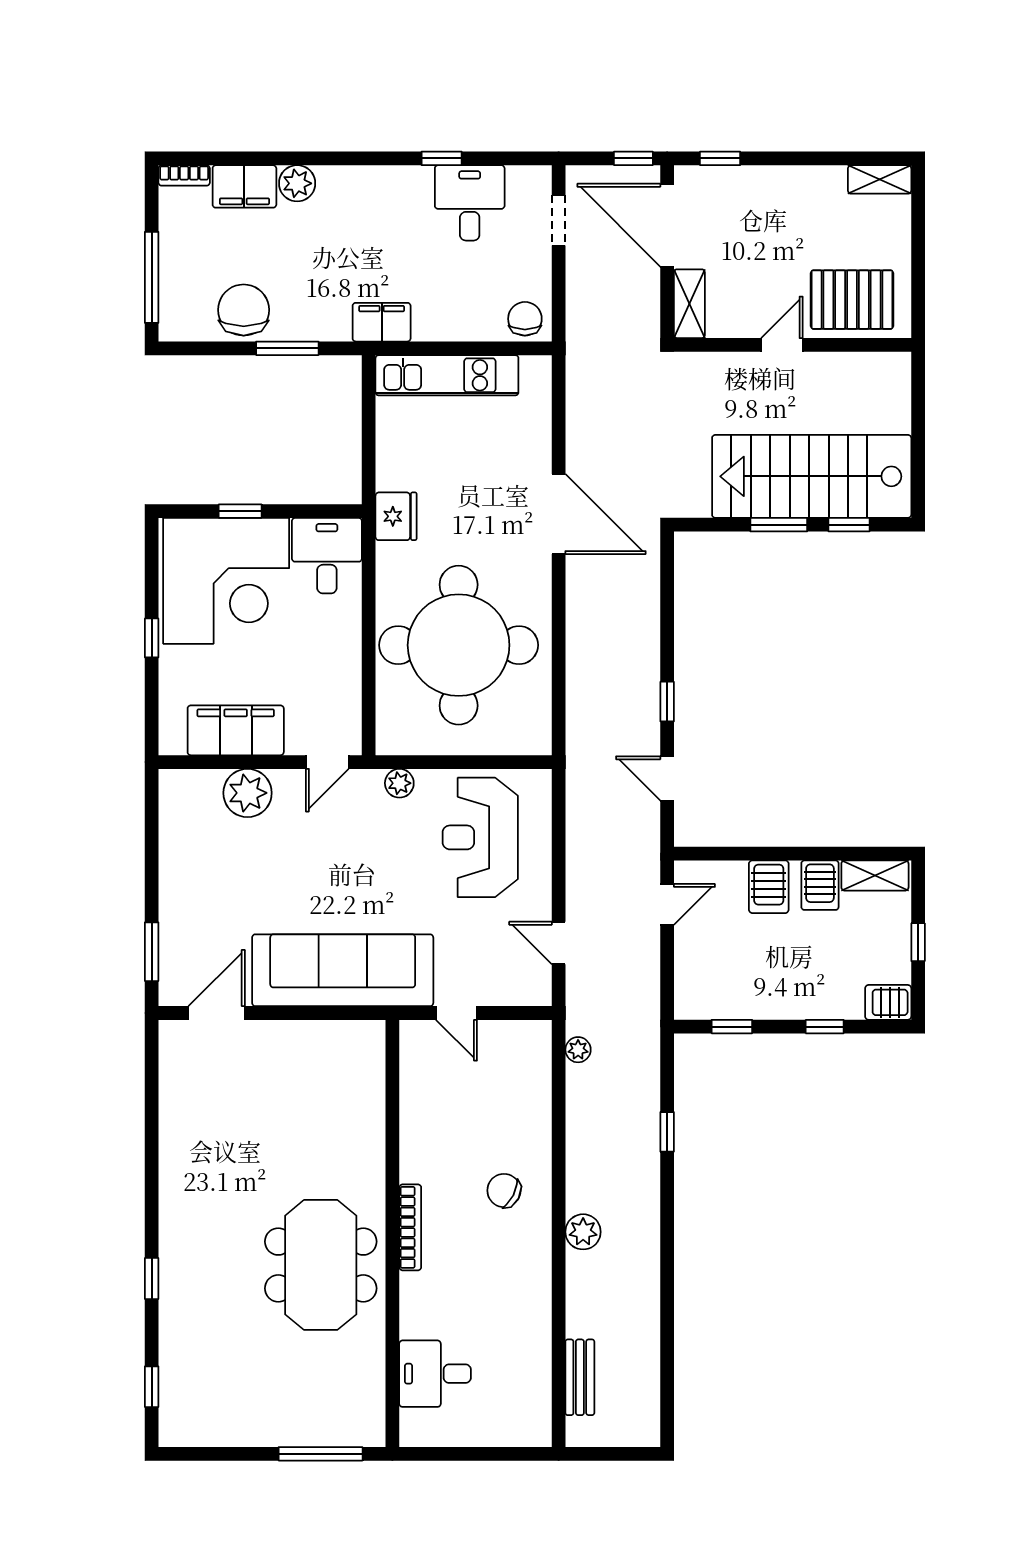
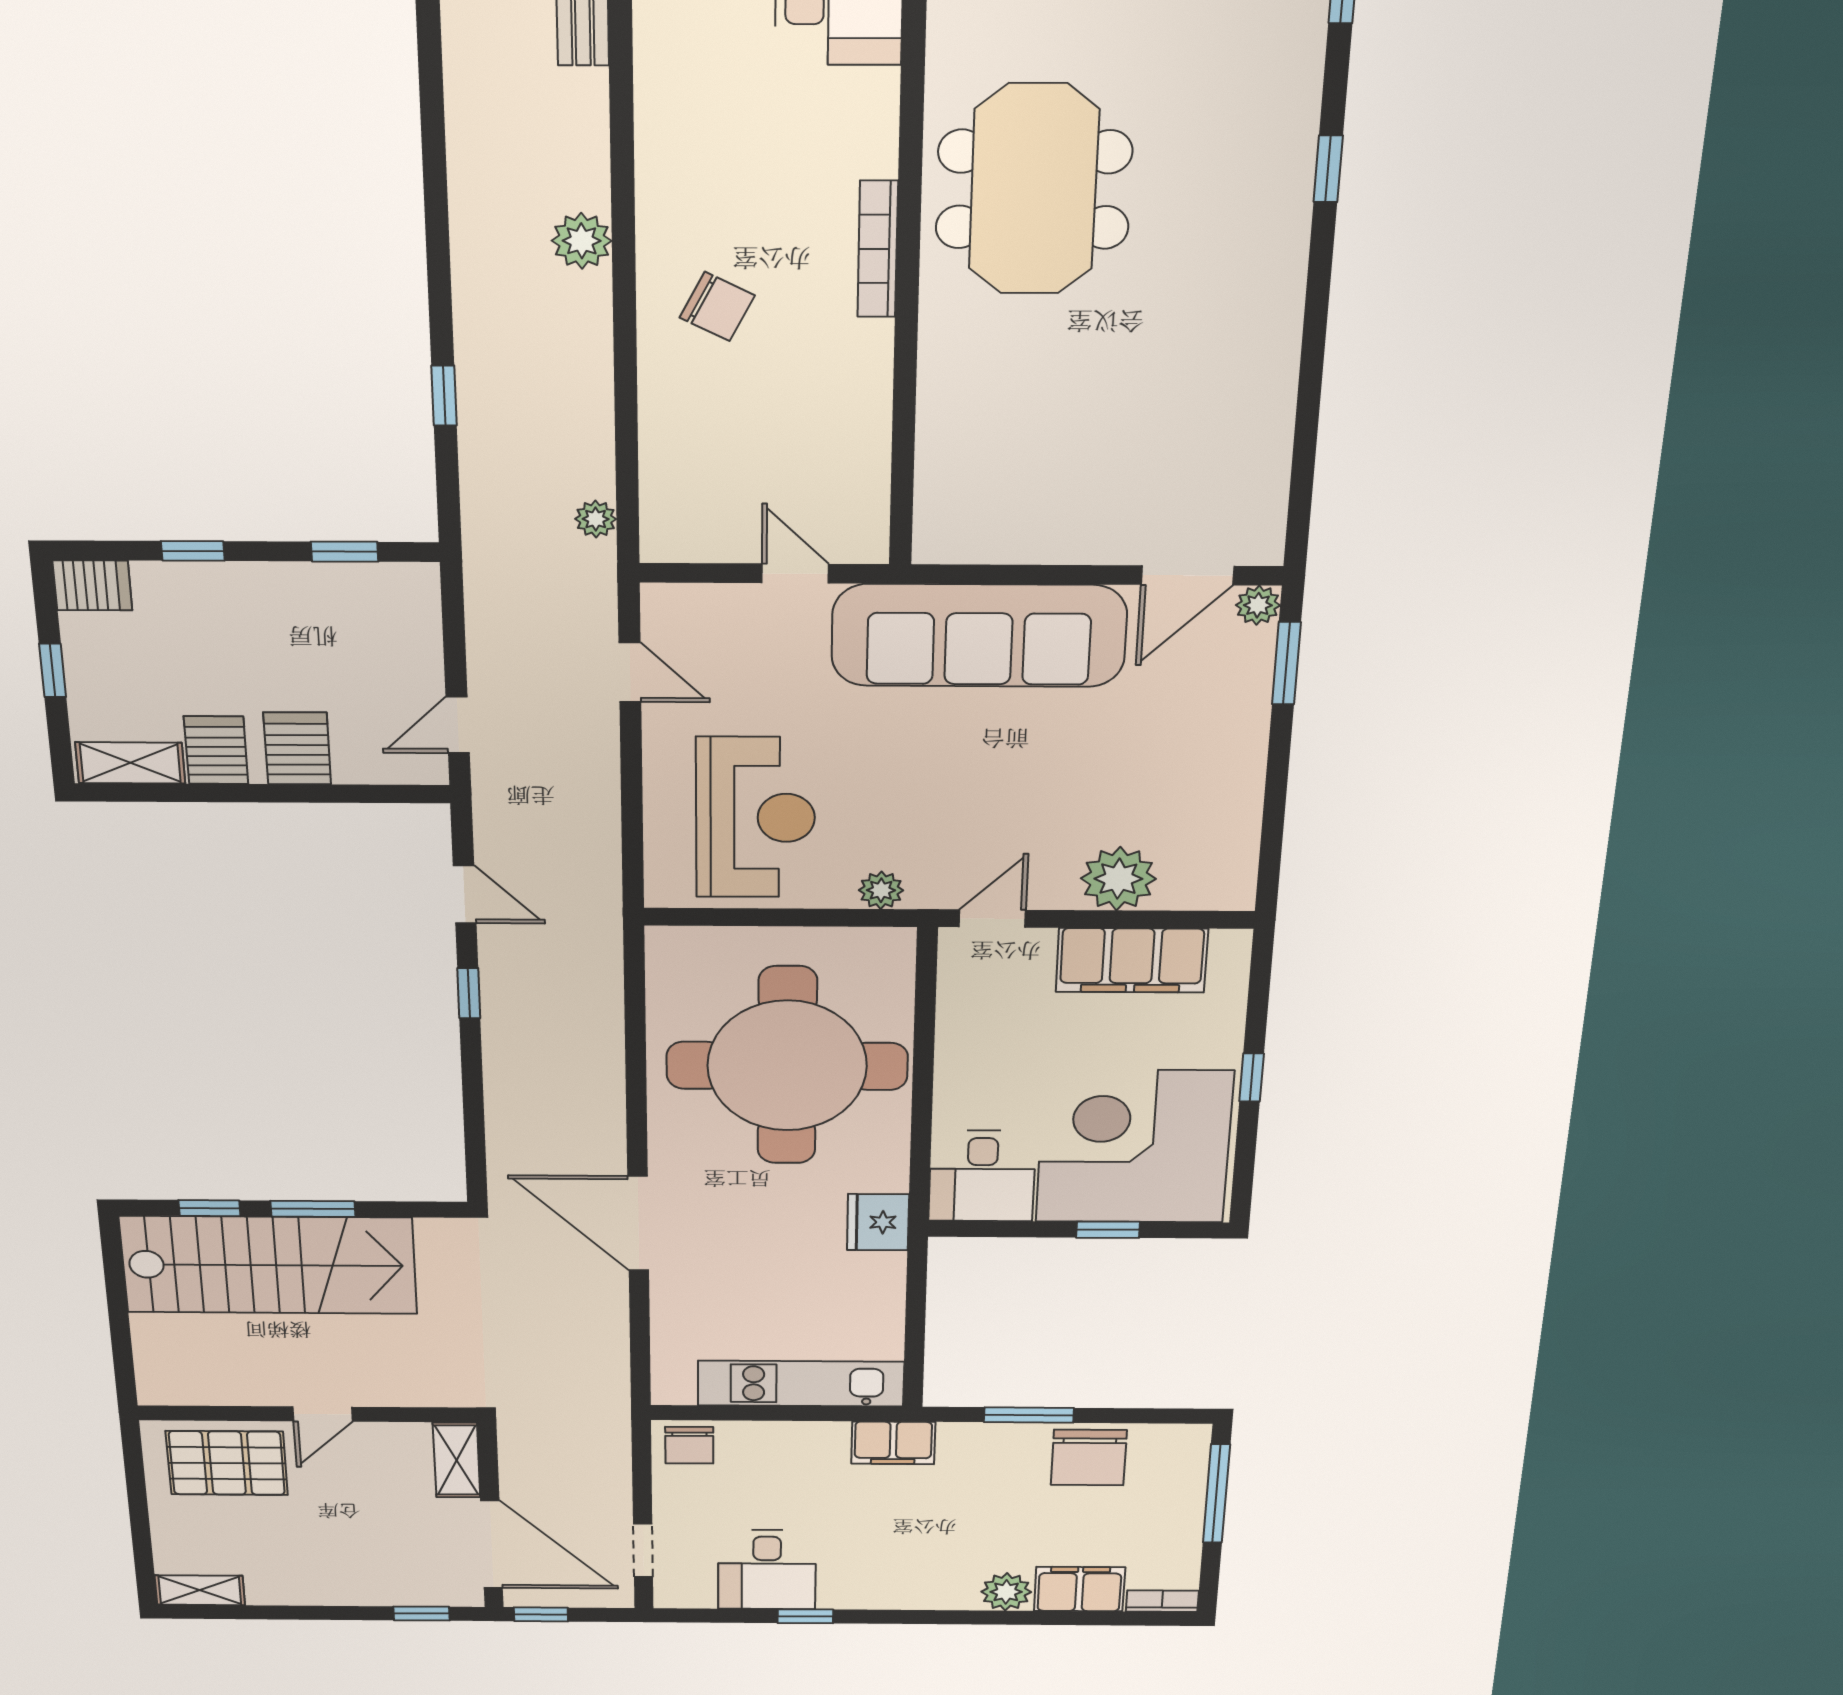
plant: (172, 992) -> (1258, 605), added

